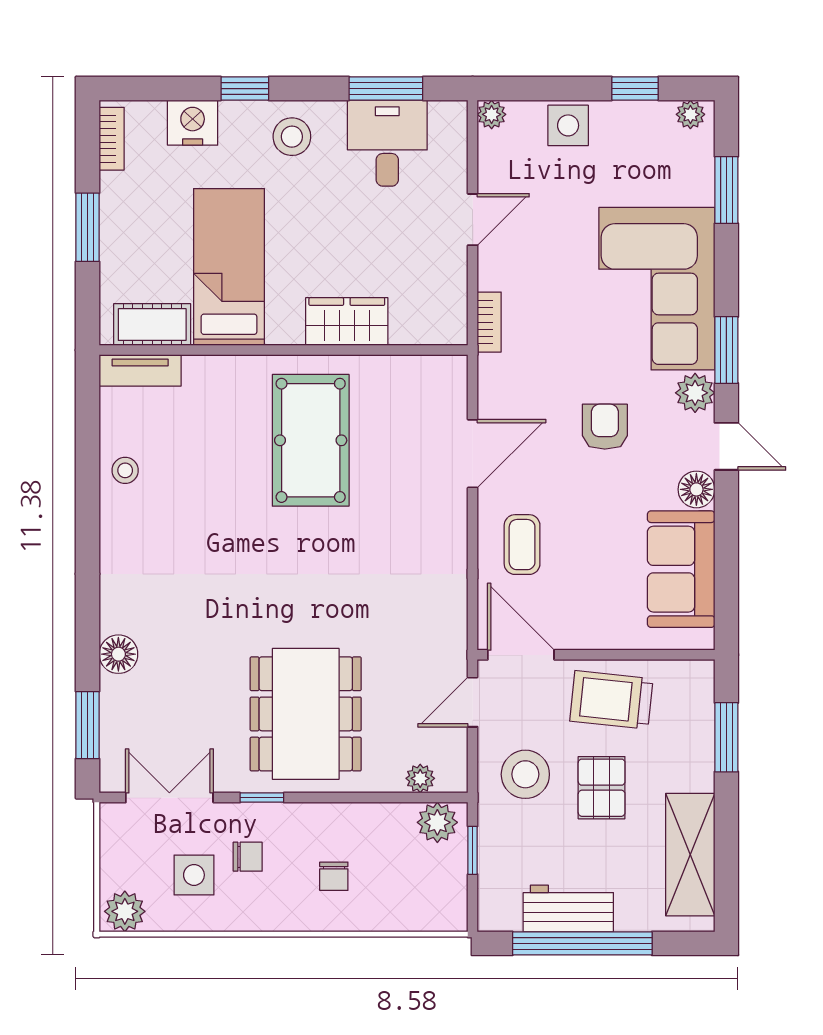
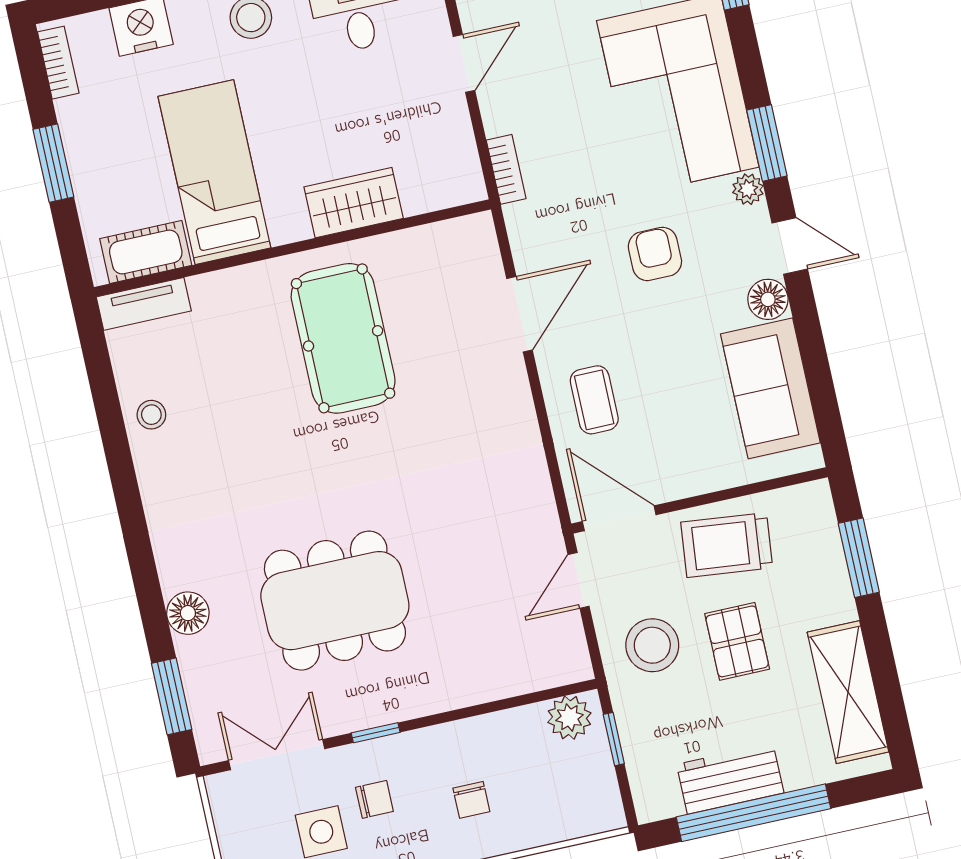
plant: (695, 393) -> (748, 189), width x0.73, depth x0.73
dining table: (306, 714) -> (335, 601), moved, turned 90
plant: (420, 778) -> (541, 675), removed

